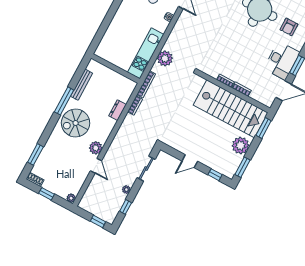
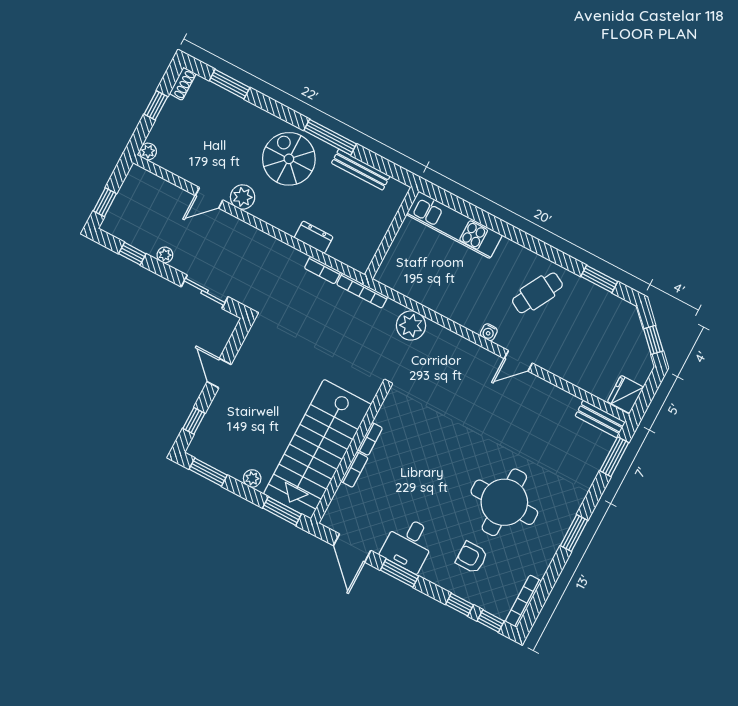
kitchen unit: (146, 53) -> (454, 225), moved, turned 180
desk: (282, 61) -> (409, 544), width x0.73
plant: (241, 145) -> (252, 478), width x0.53, depth x0.53

